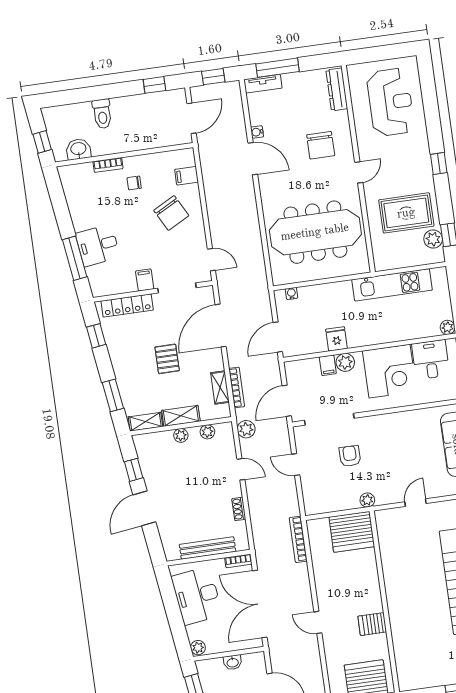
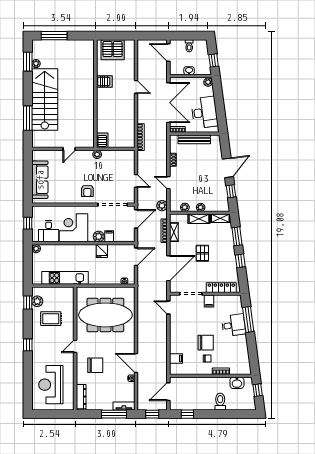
chair: (321, 145) -> (95, 365), turned 90
chair: (171, 213) -> (206, 343), moved, turned 118
rug: (406, 213) -> (51, 319), width x0.73, depth x0.70
window: (96, 336) -> (240, 261), moved
armchair: (350, 456) -> (87, 191), moved
server rack: (352, 532) -> (102, 140), width x0.46, depth x0.70

